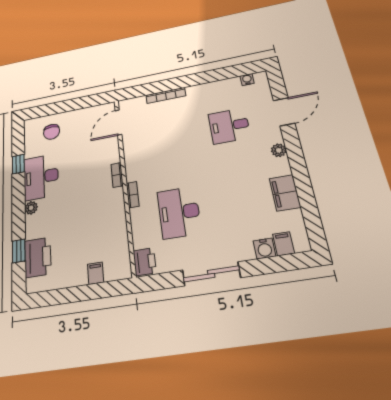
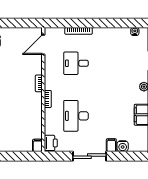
desk: (229, 126) -> (76, 63), moved
filing cabinet: (284, 244) -> (111, 145), moved
filing cabinet: (96, 273) -> (37, 145), moved

